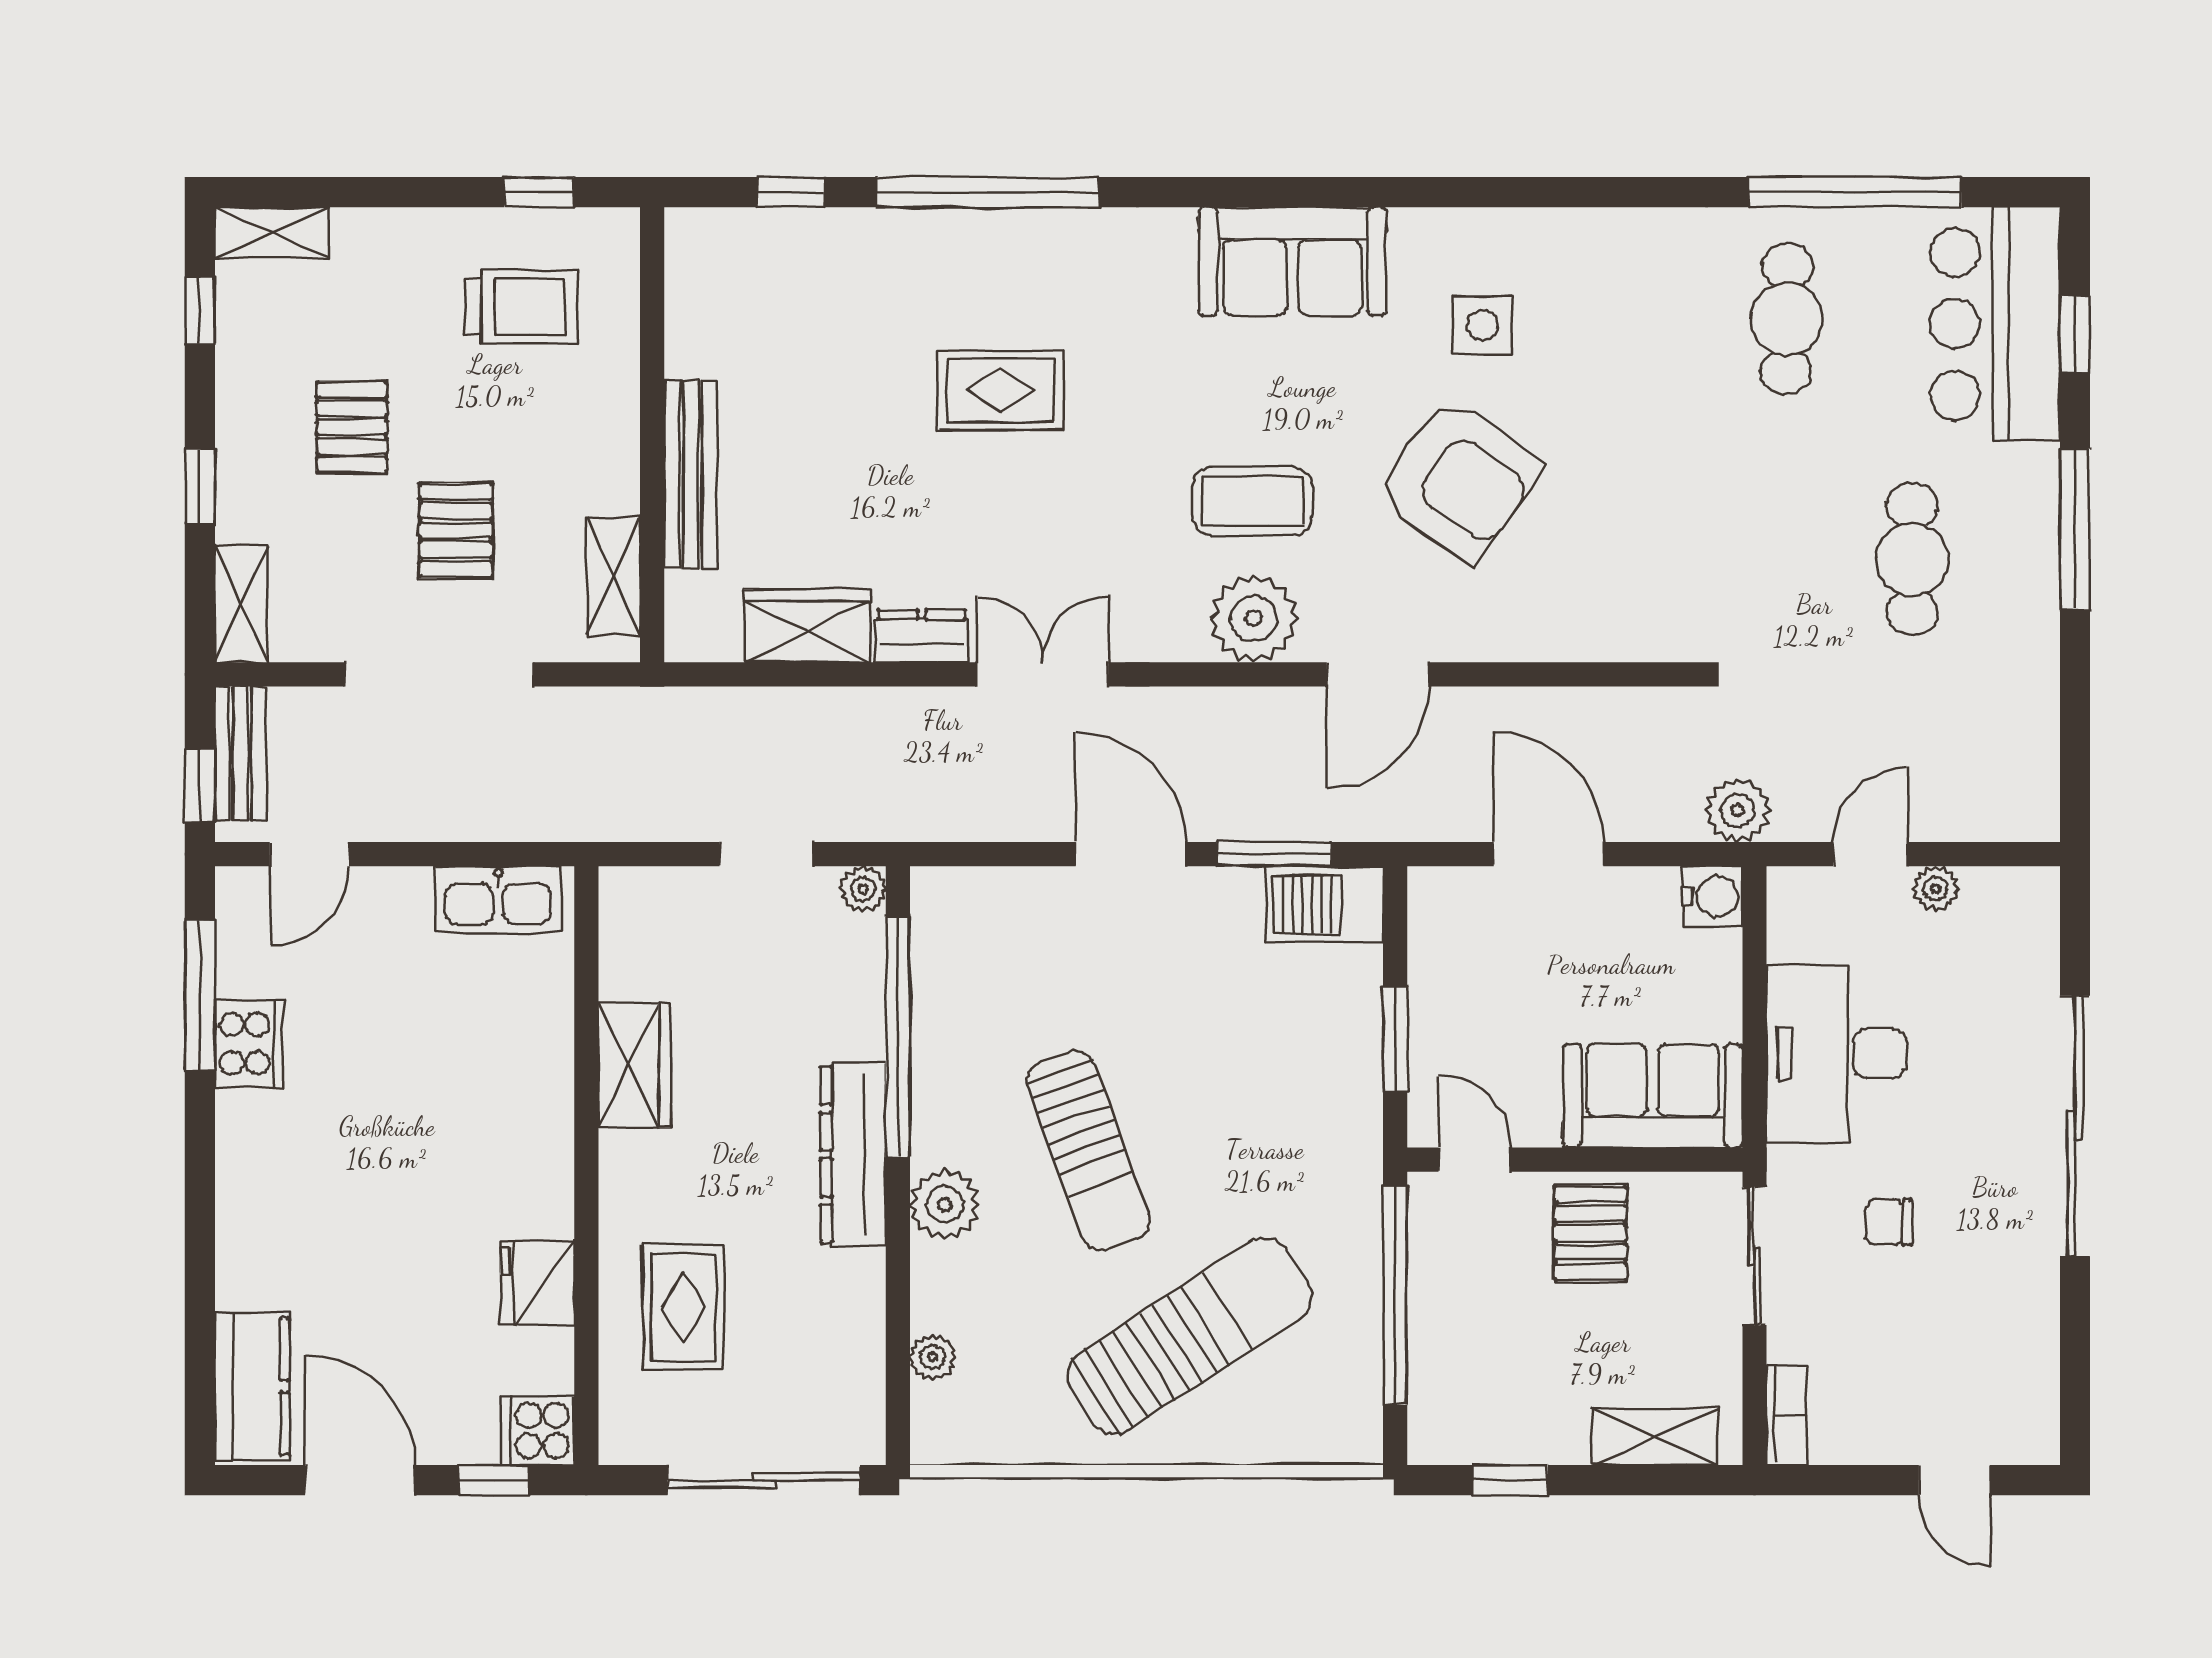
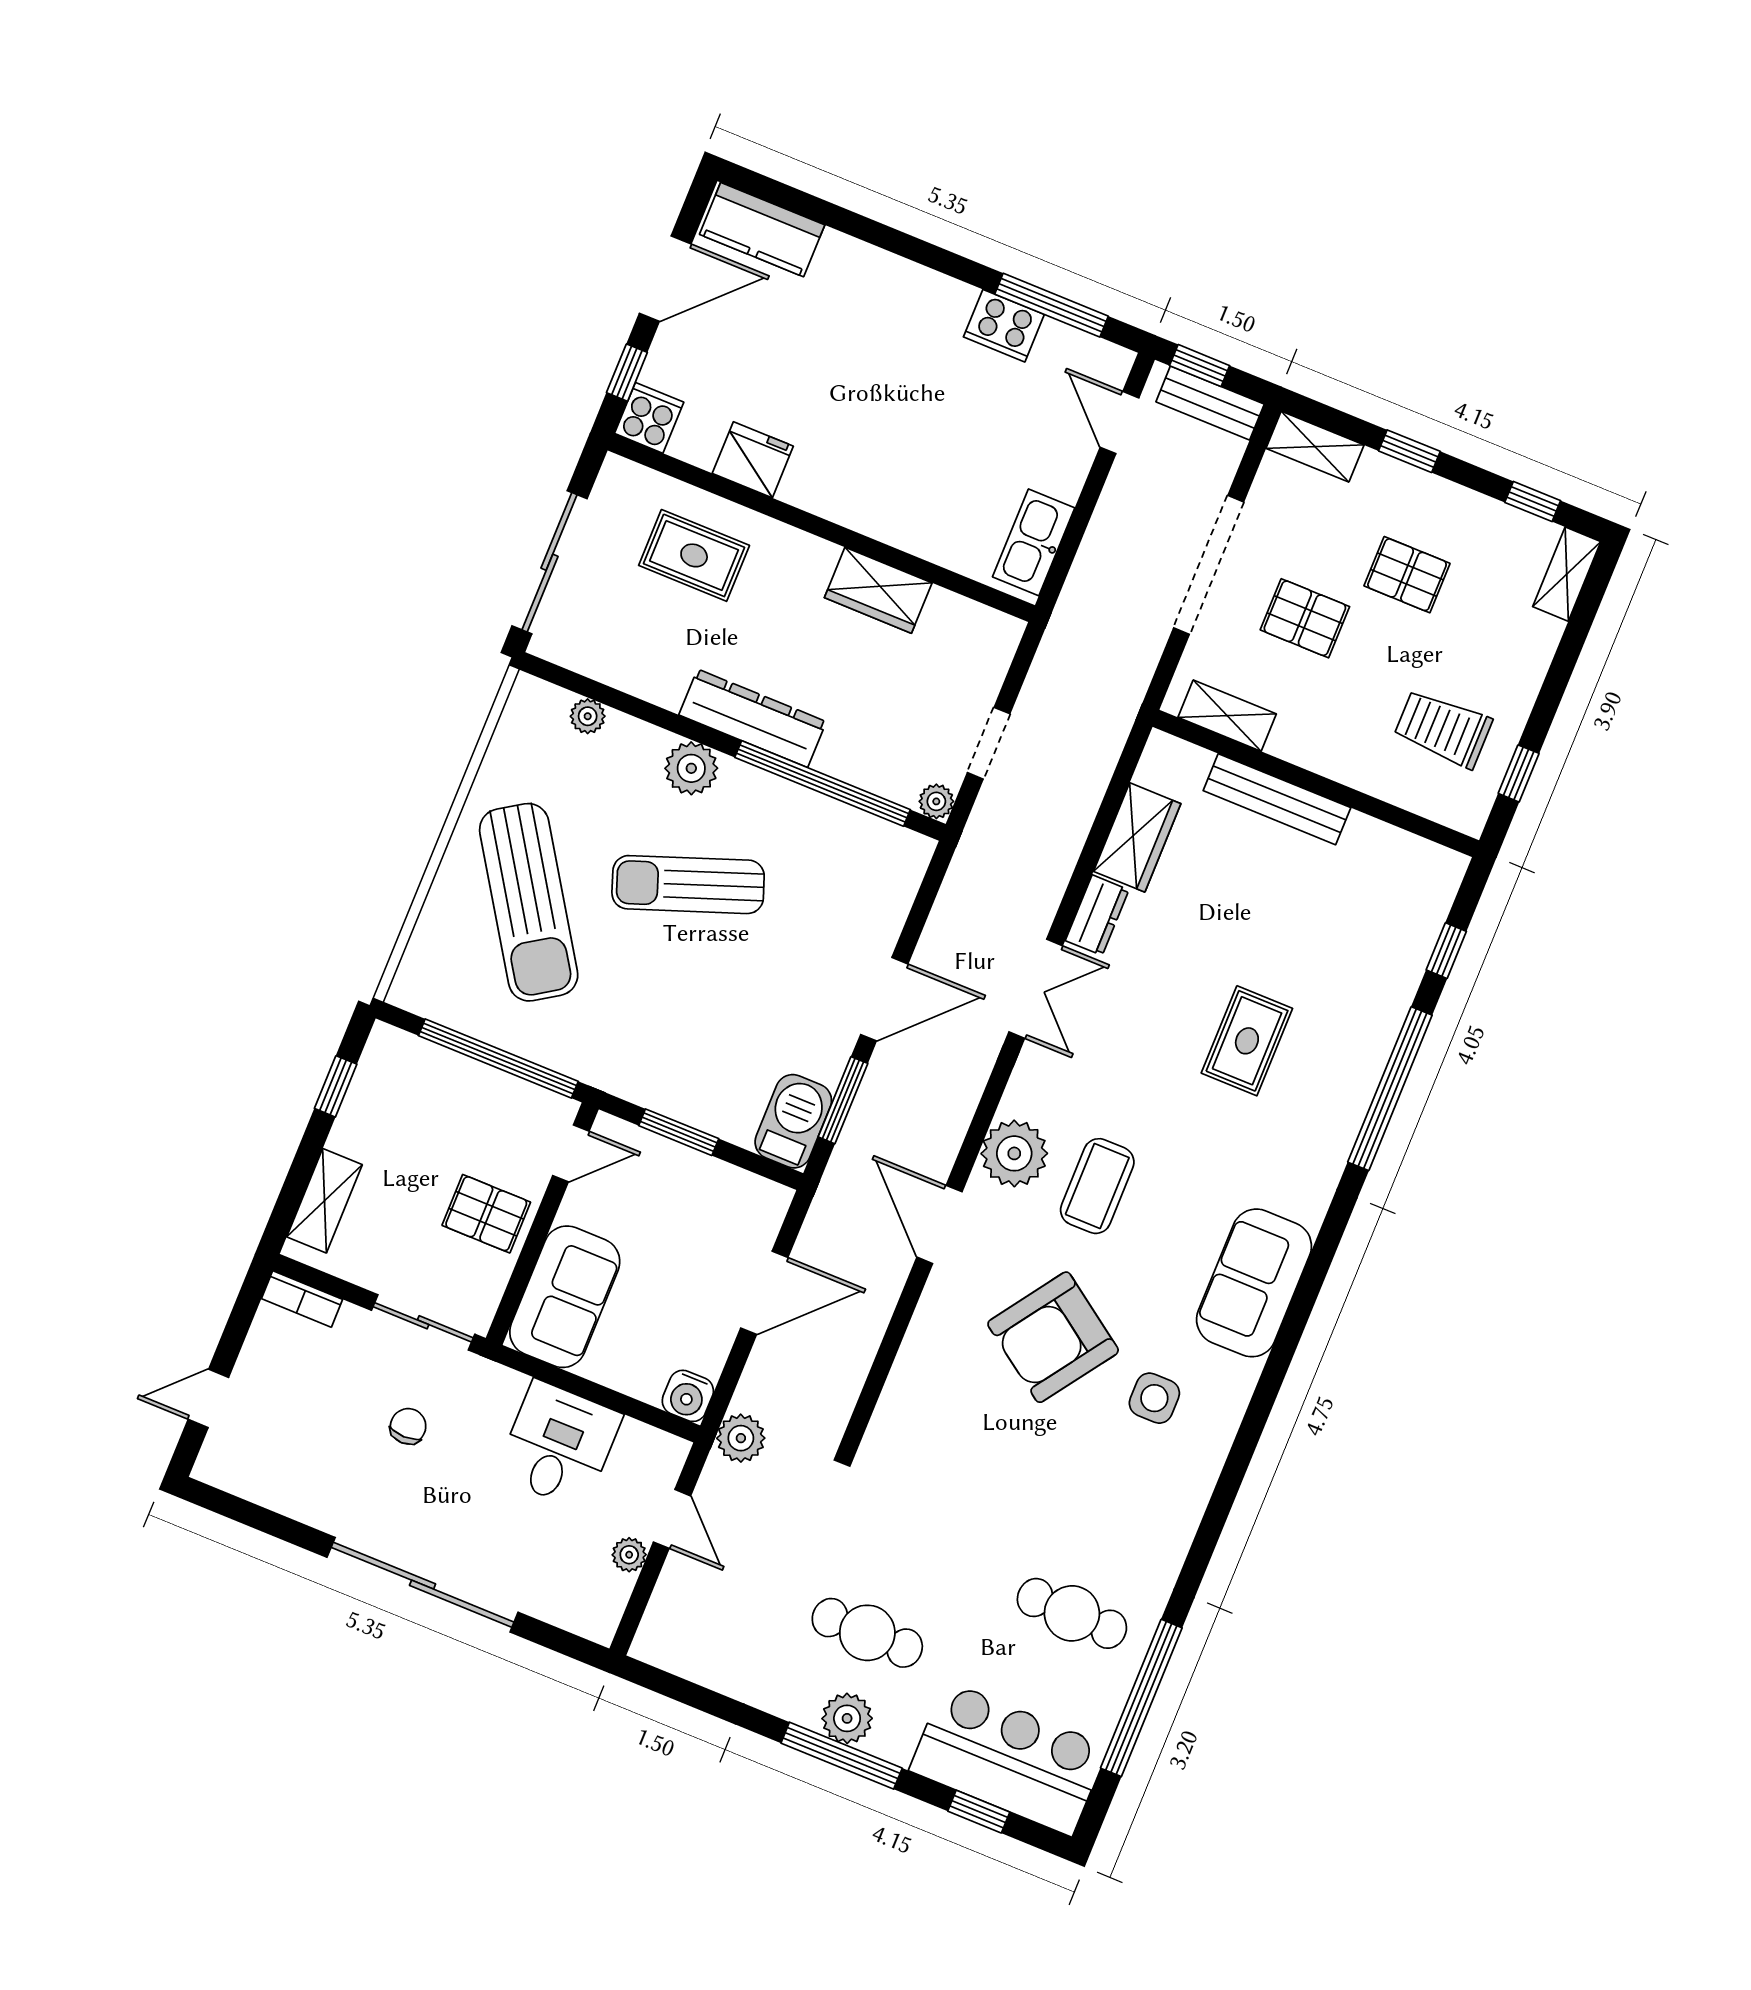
trolley: (522, 307) -> (1443, 729), turned 90
plant: (2027, 541) -> (847, 1718), added
desk: (1836, 1053) -> (559, 1445), width x0.73

